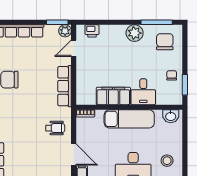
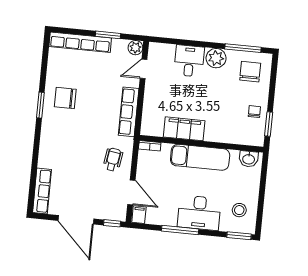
window: (57, 22) -> (108, 35), moved
printer: (92, 31) -> (167, 51), removed
desk: (143, 92) -> (189, 61), moved, turned 180
wheelchair: (55, 128) -> (113, 159), turned -81

